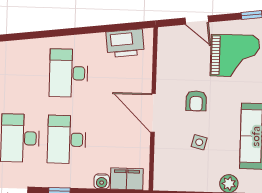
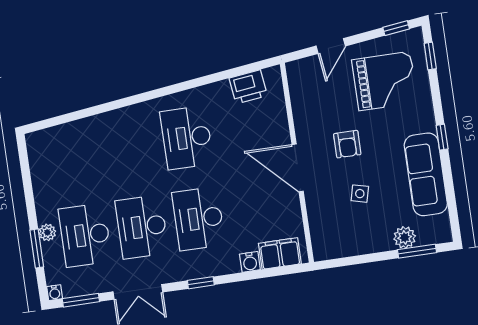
door: (197, 20) -> (331, 46), hinge flipped
printer: (125, 43) -> (248, 87), width x0.73, depth x0.84

